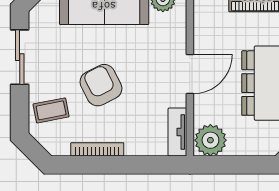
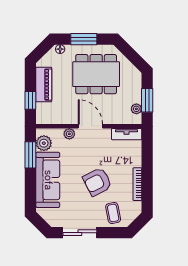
plant: (178, 40) -> (69, 134), added
plant: (210, 140) -> (136, 109), width x0.53, depth x0.53
window: (232, 165) -> (147, 100), added

